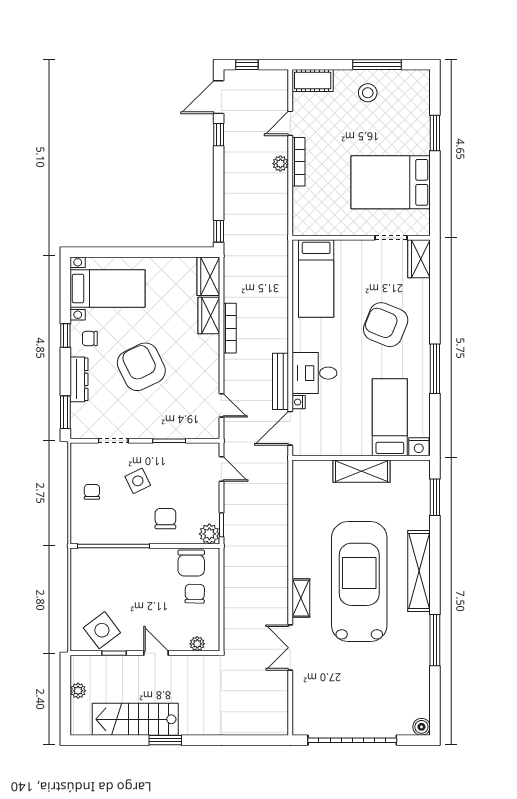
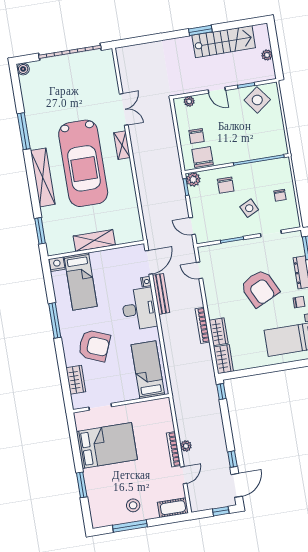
wardrobe: (419, 259) -> (76, 380), moved
desk: (314, 373) -> (139, 309), width x1.37

